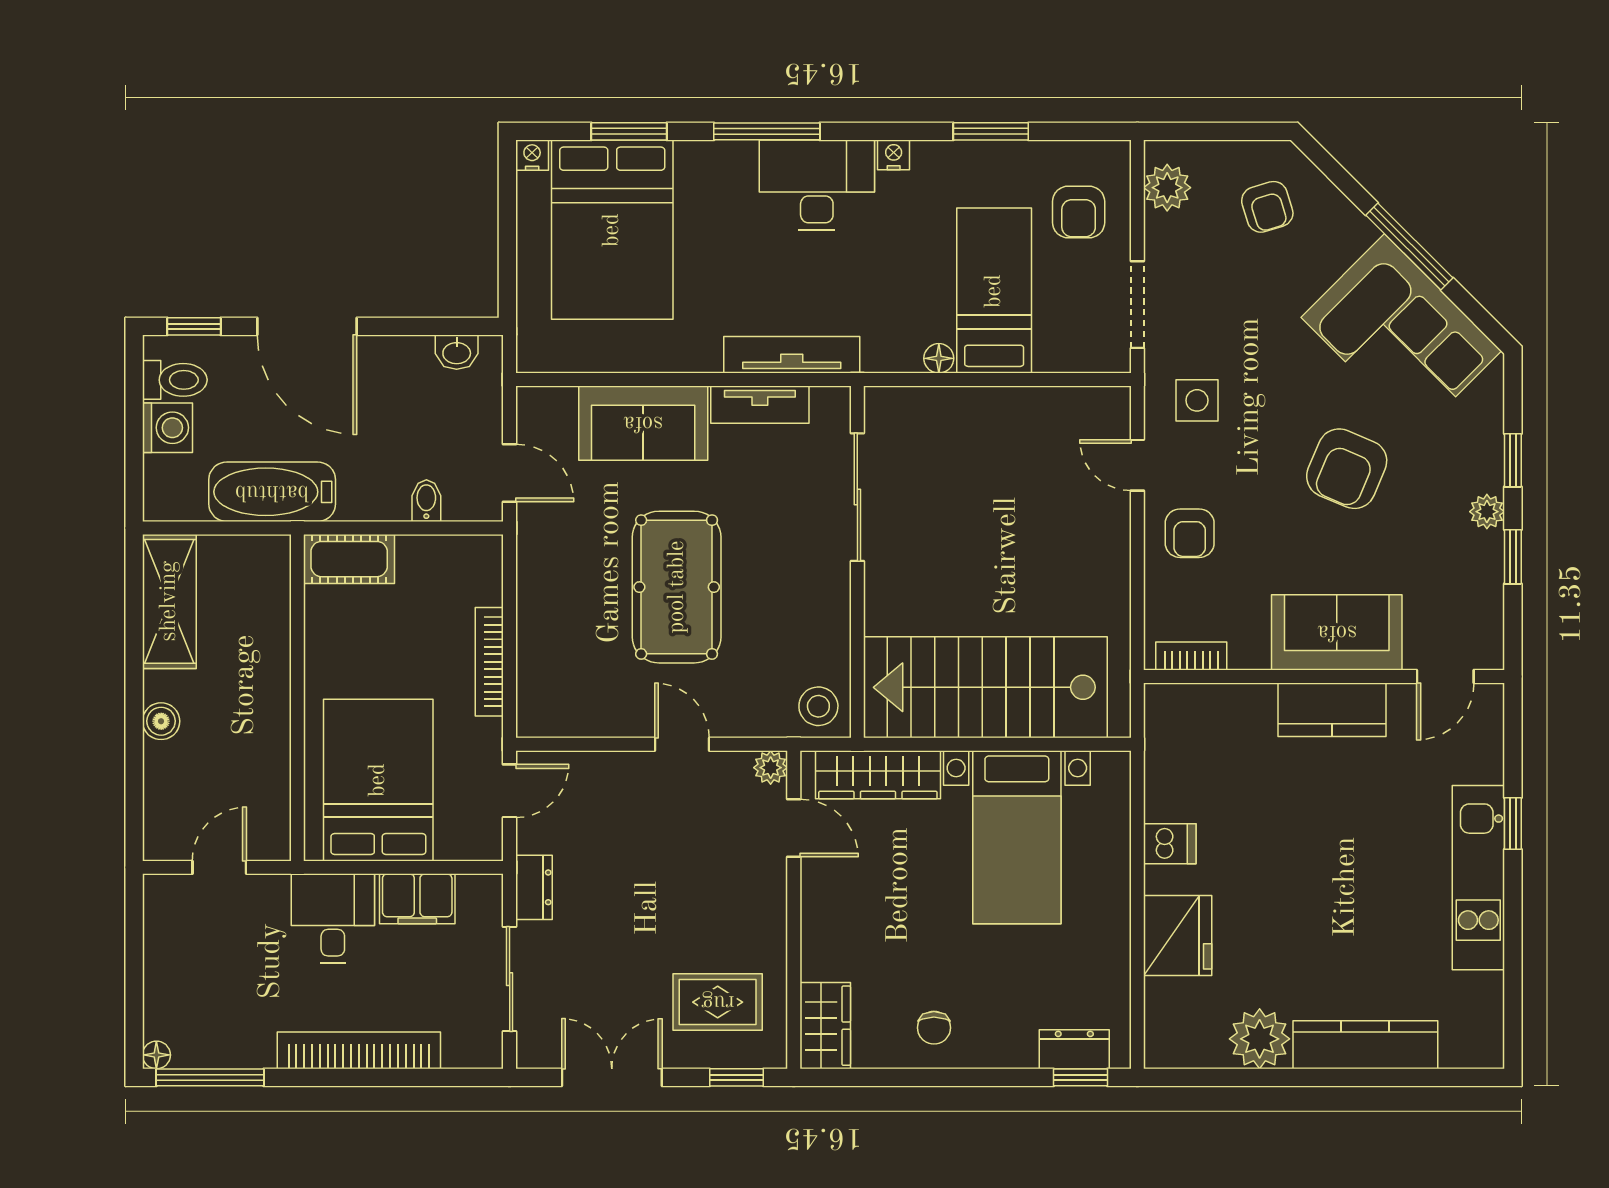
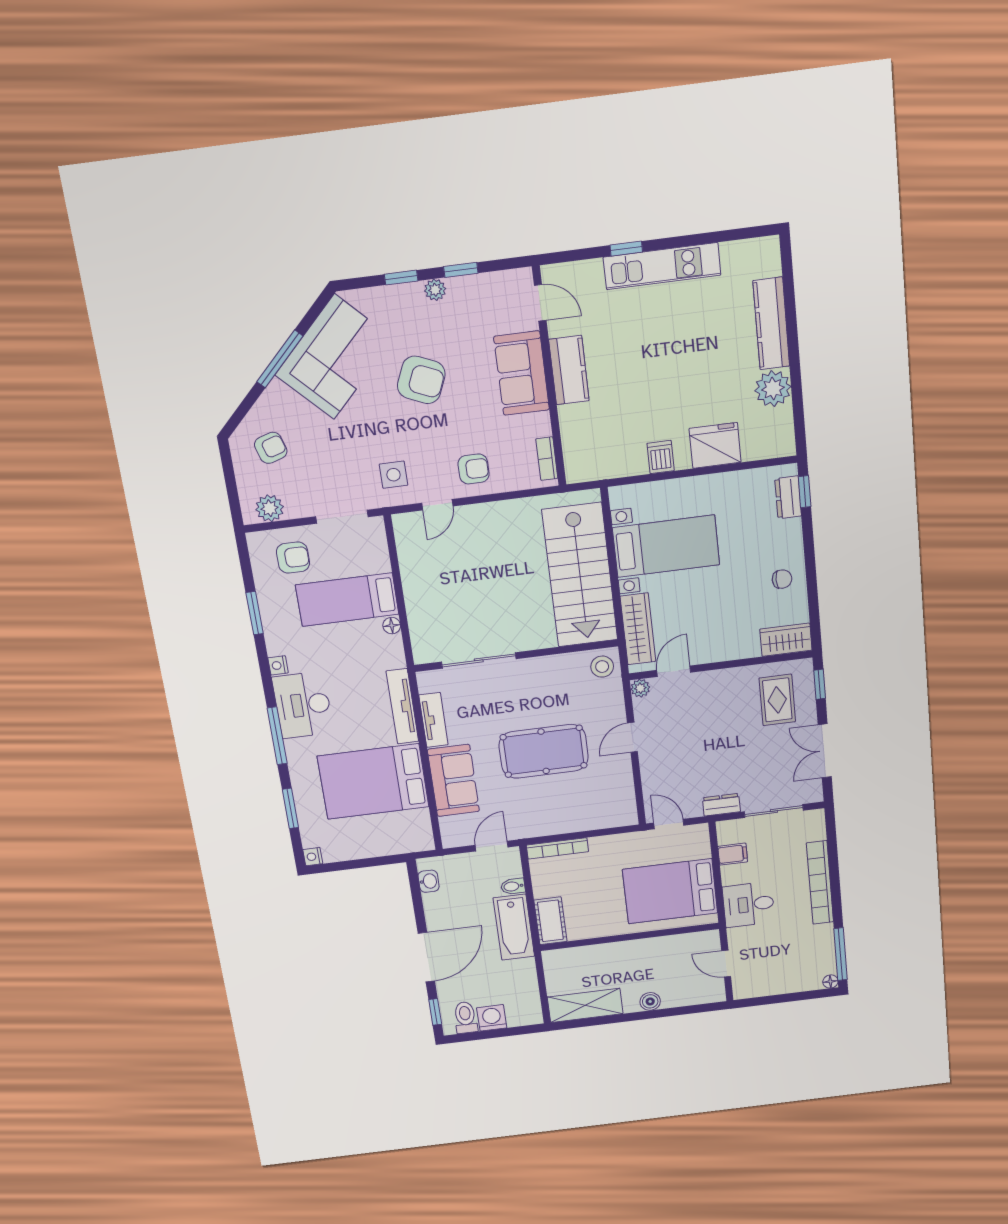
bed: (612, 230) -> (373, 781), moved, turned 180
bathtub: (272, 492) -> (514, 927), moved
bookcase: (489, 662) -> (557, 848), moved
filing cabinet: (417, 899) -> (733, 854), width x0.50

